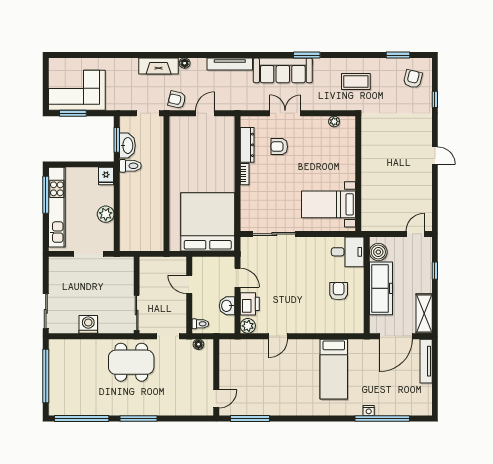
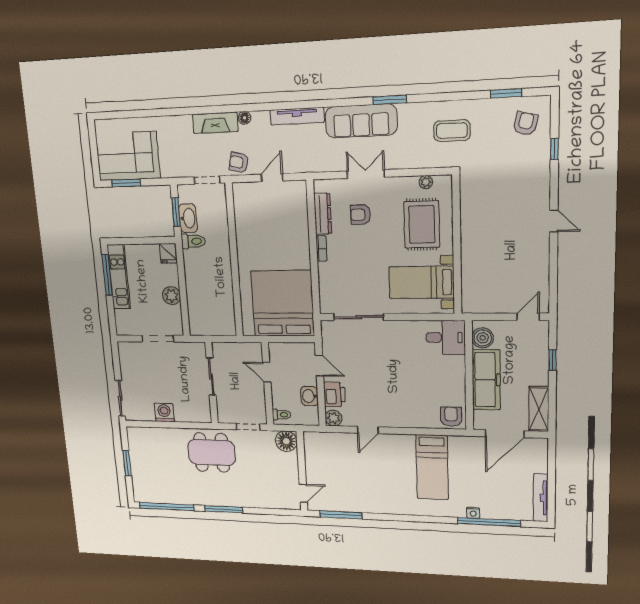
rug: (330, 156) -> (422, 224), added
kitchen unit: (57, 207) -> (119, 277), width x0.73
armchair: (339, 291) -> (451, 417), moved
sliding door: (137, 313) -> (211, 377), moved
floor lamp: (198, 344) -> (286, 441), width x1.89, depth x1.89
tv unit: (426, 361) -> (541, 498), moved
window: (46, 376) -> (127, 463), width x0.47

